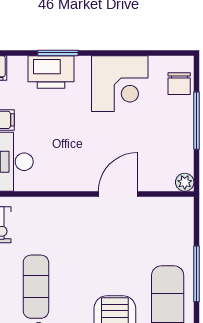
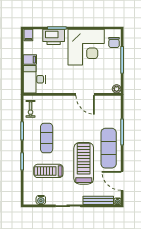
corner desk: (120, 84) -> (86, 47), width x1.36, depth x1.36
door: (118, 194) -> (85, 94), swing flipped

